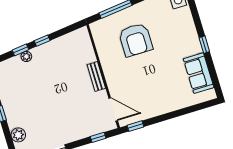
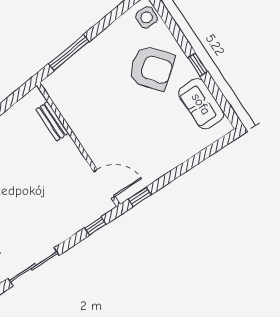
armchair: (136, 40) -> (152, 68), moved, turned -39
bench: (96, 76) -> (52, 121), moved

